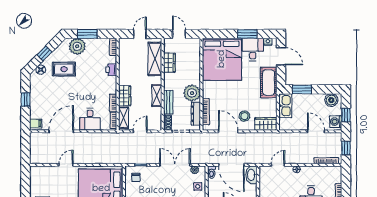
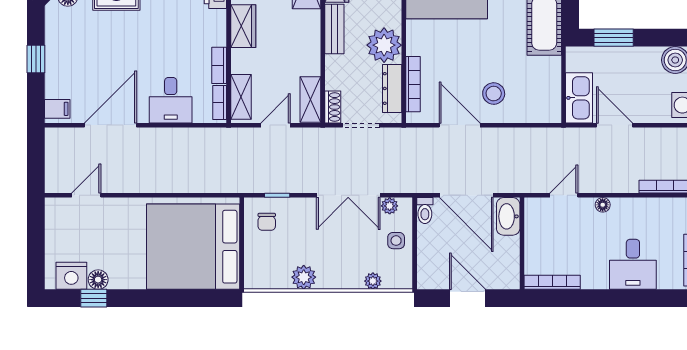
wardrobe: (125, 96) -> (243, 26), moved
shelving: (157, 96) -> (310, 100), moved
bench: (168, 102) -> (334, 29), moved
kitchen sink: (285, 106) -> (579, 98), moved
wardrobe: (266, 124) -> (538, 110), removed
door: (316, 131) -> (615, 125), moved
door: (66, 165) -> (86, 195), moved
double door: (175, 165) -> (348, 195), swing flipped

